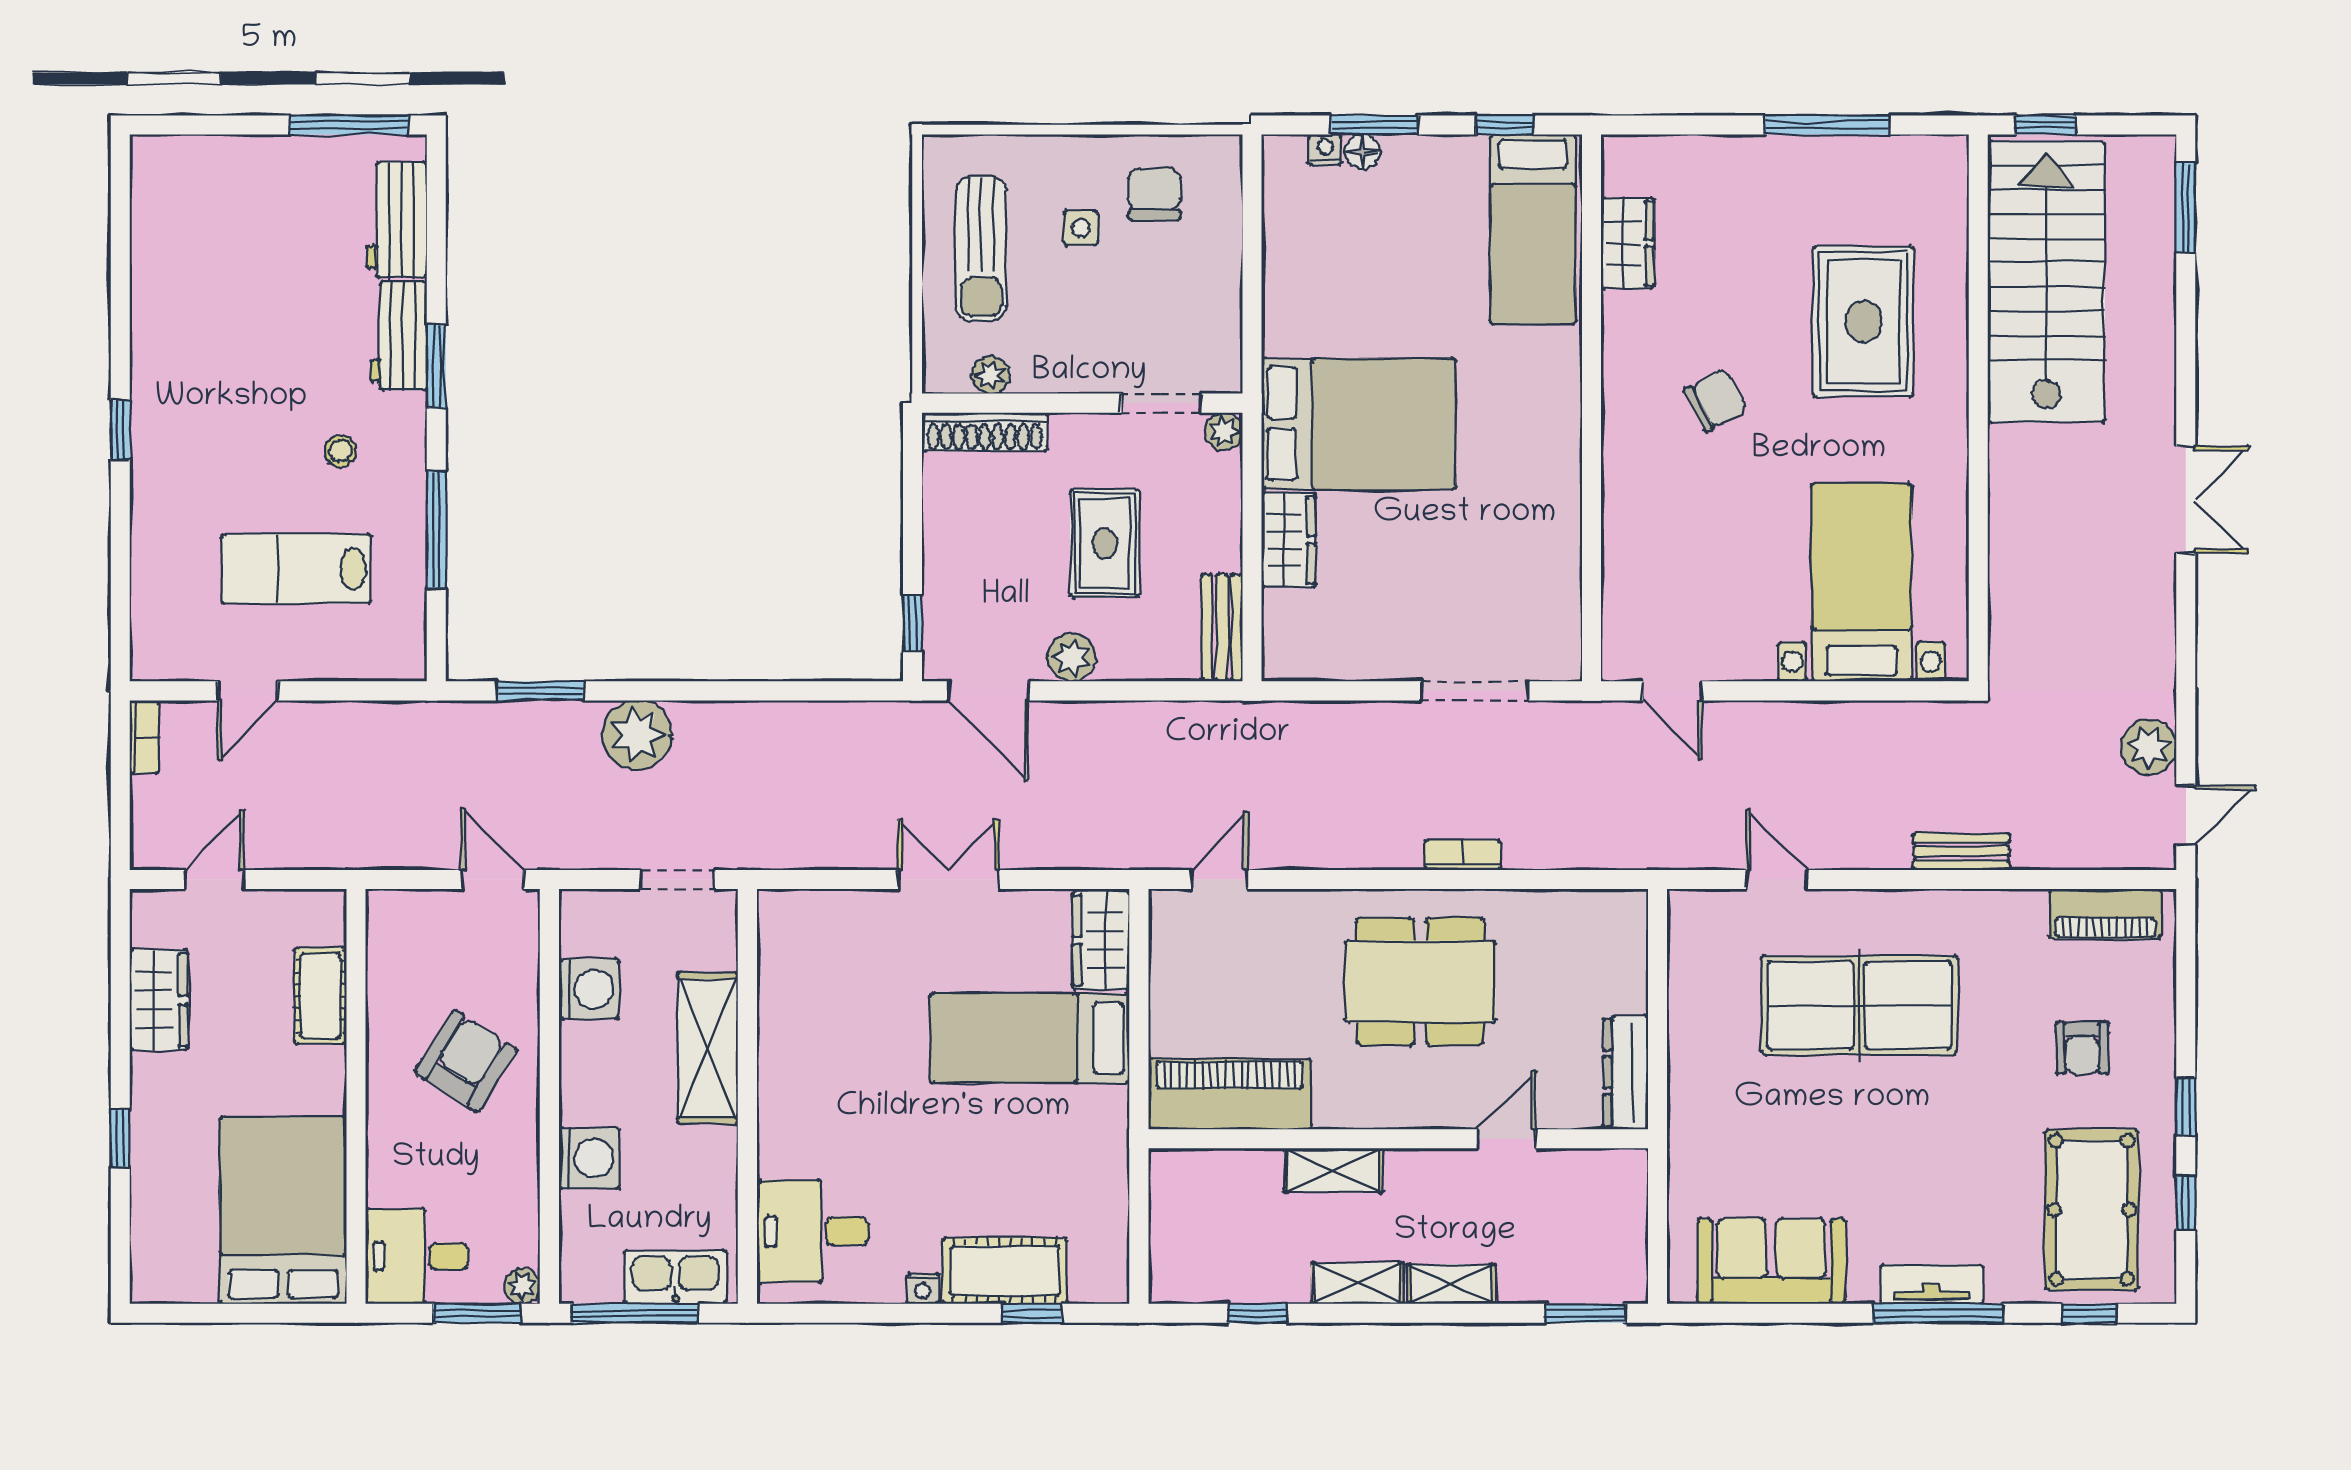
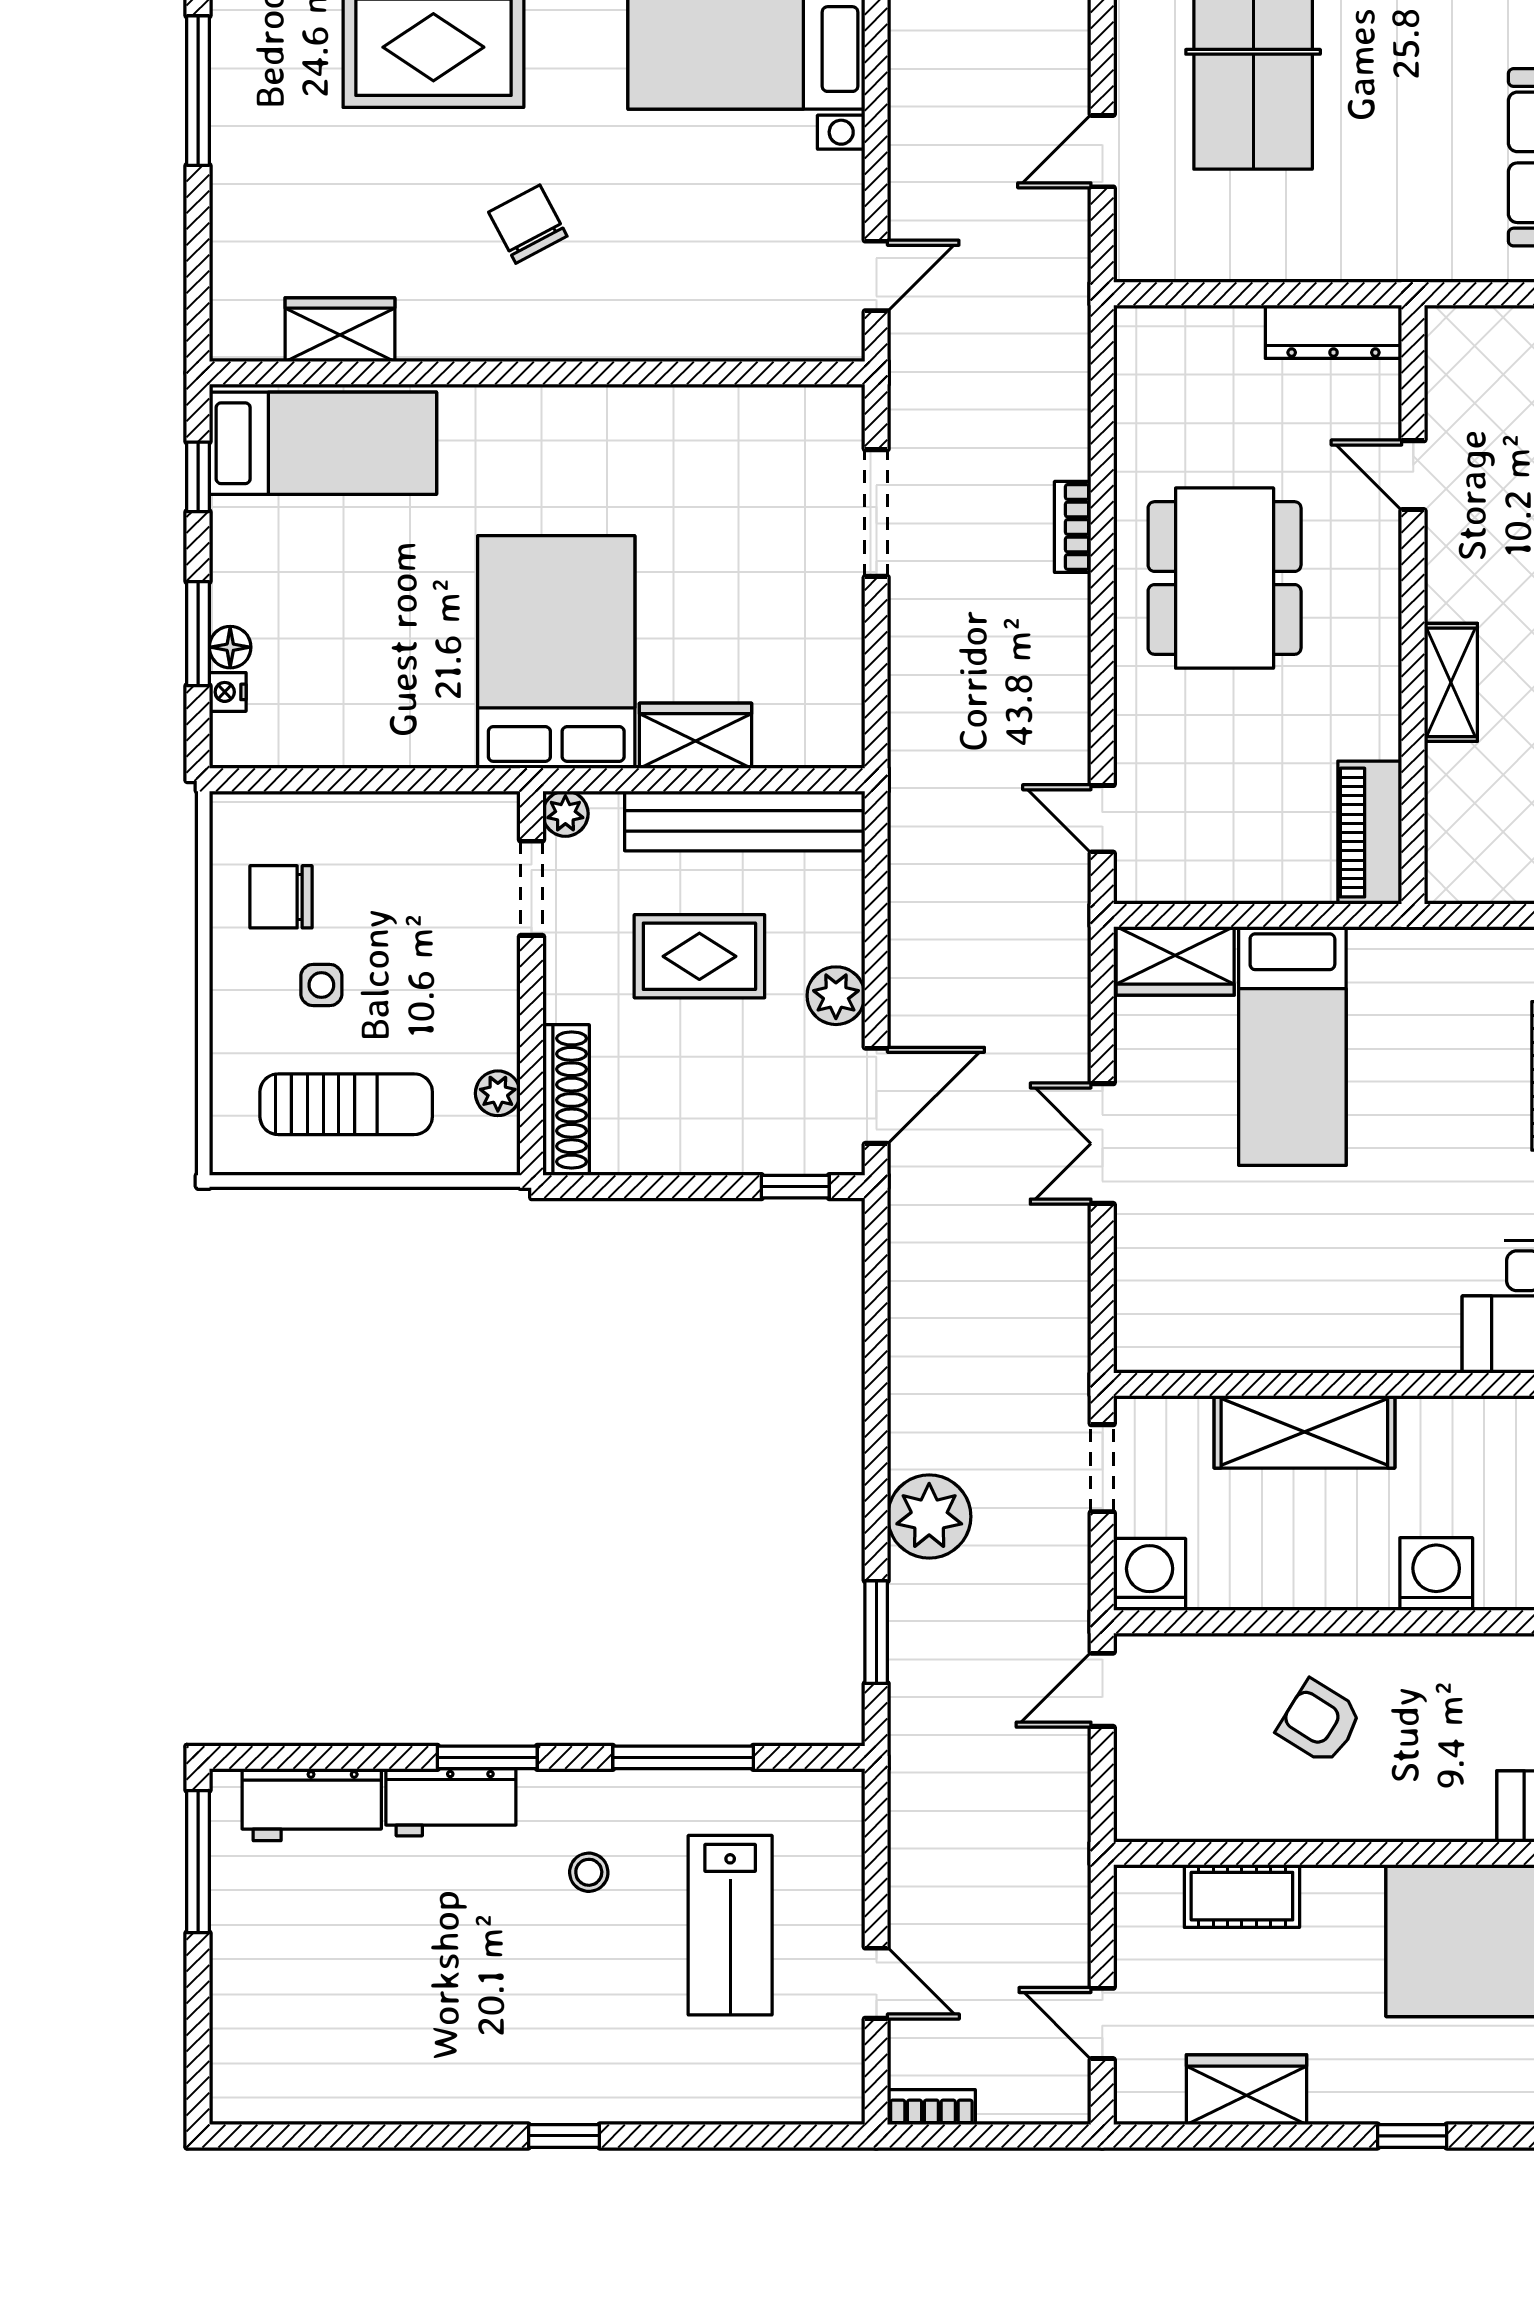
bench: (1222, 628) -> (745, 821), width x1.86, depth x1.21
washing machine: (589, 989) -> (1150, 1574), moved
armchair: (466, 1061) -> (1320, 1722), width x0.72, depth x0.72
piano: (1230, 1094) -> (1370, 833), width x0.73, depth x0.75

